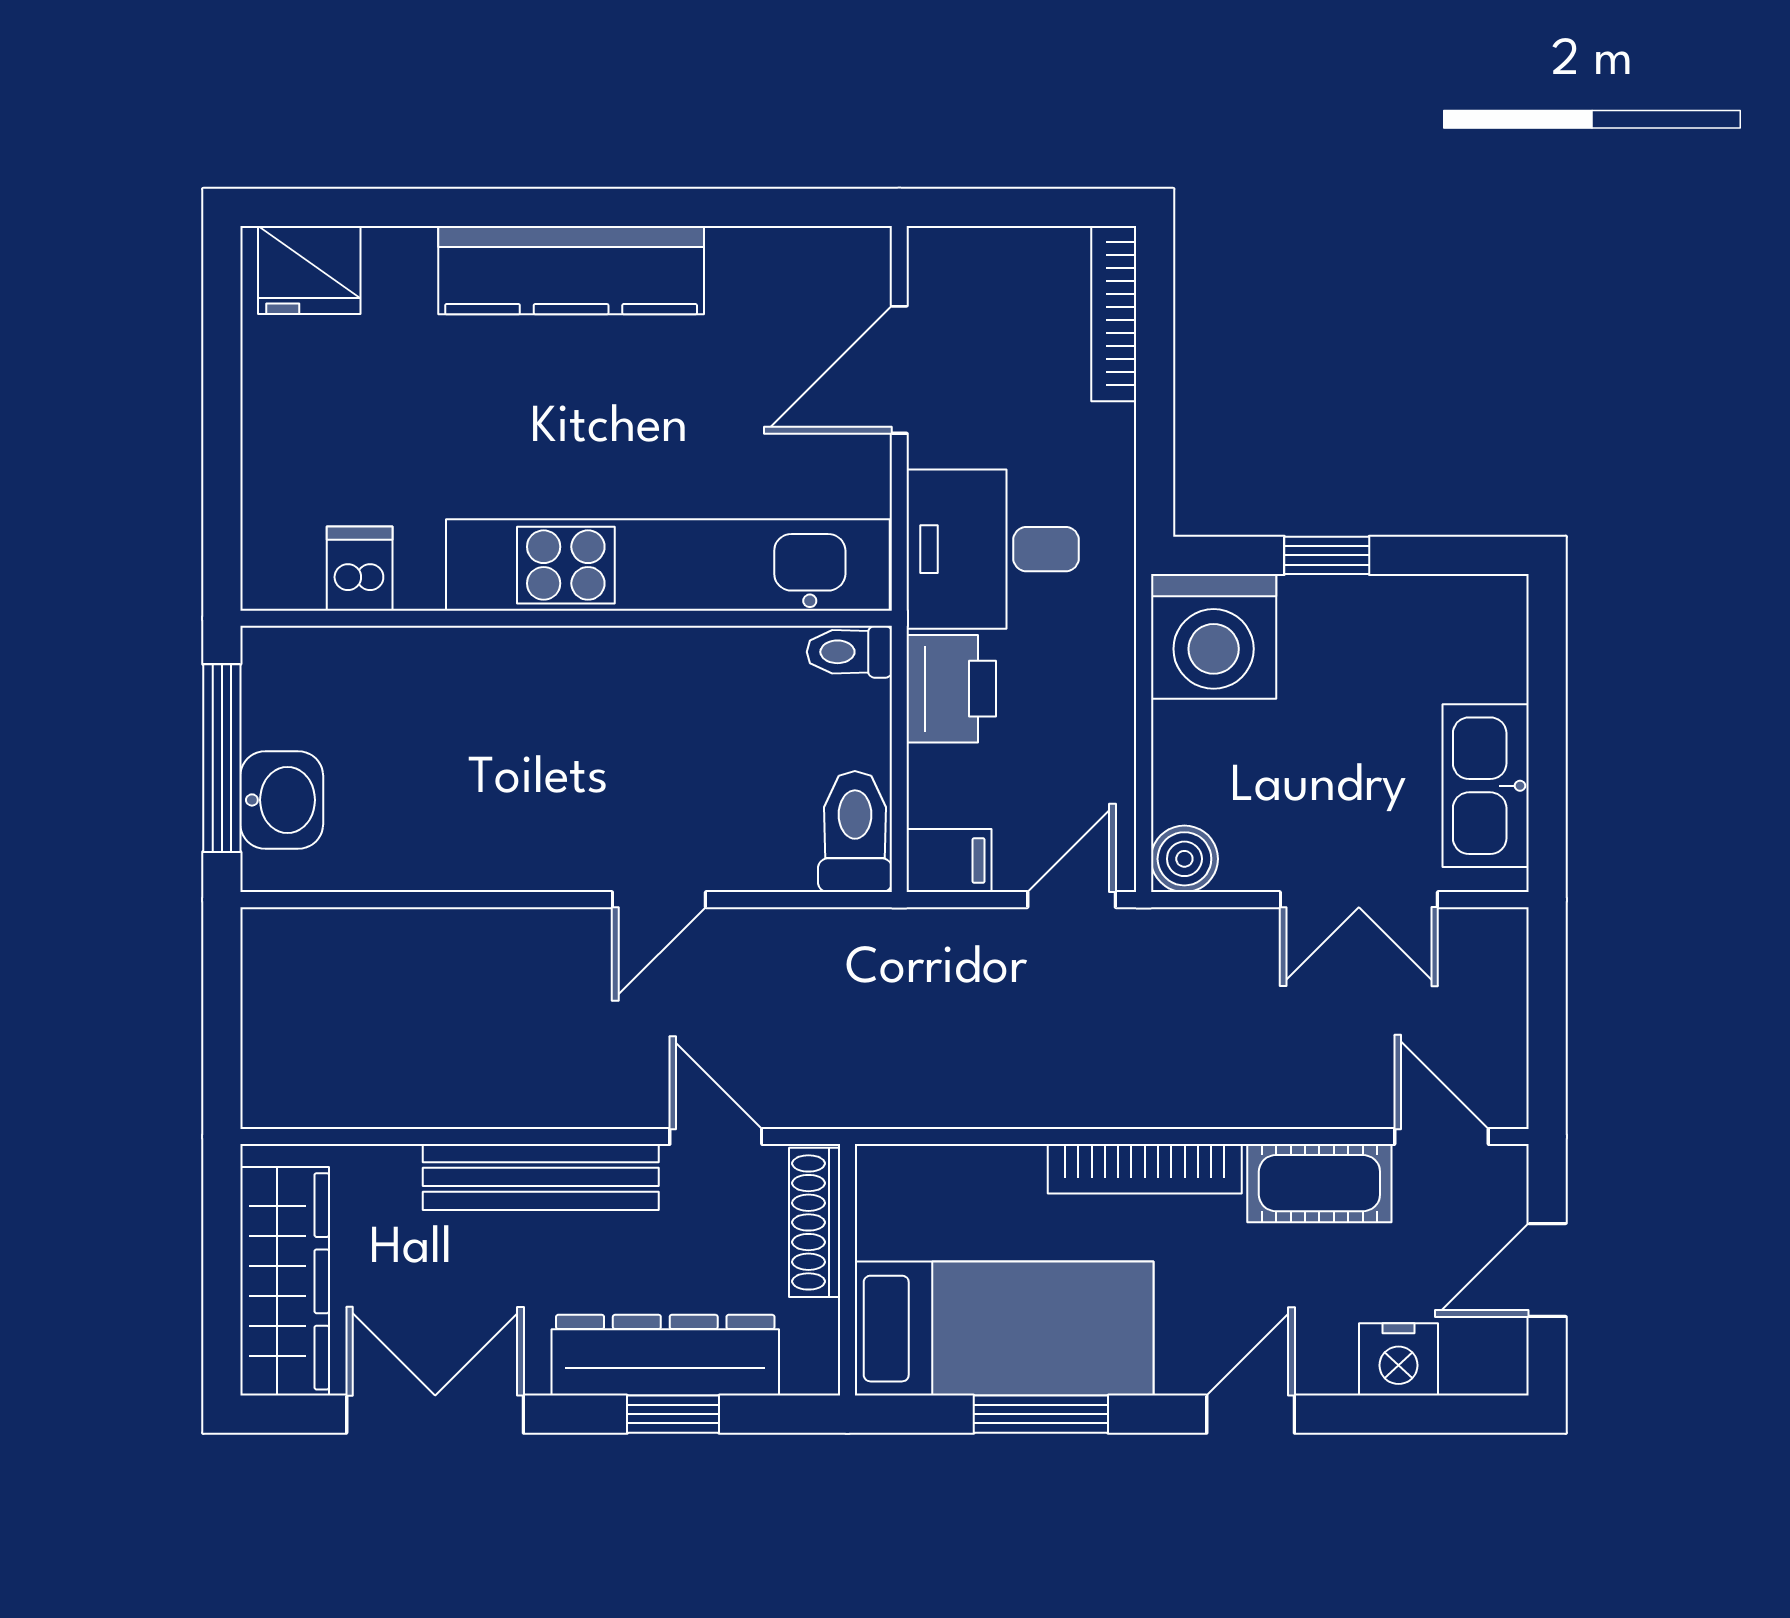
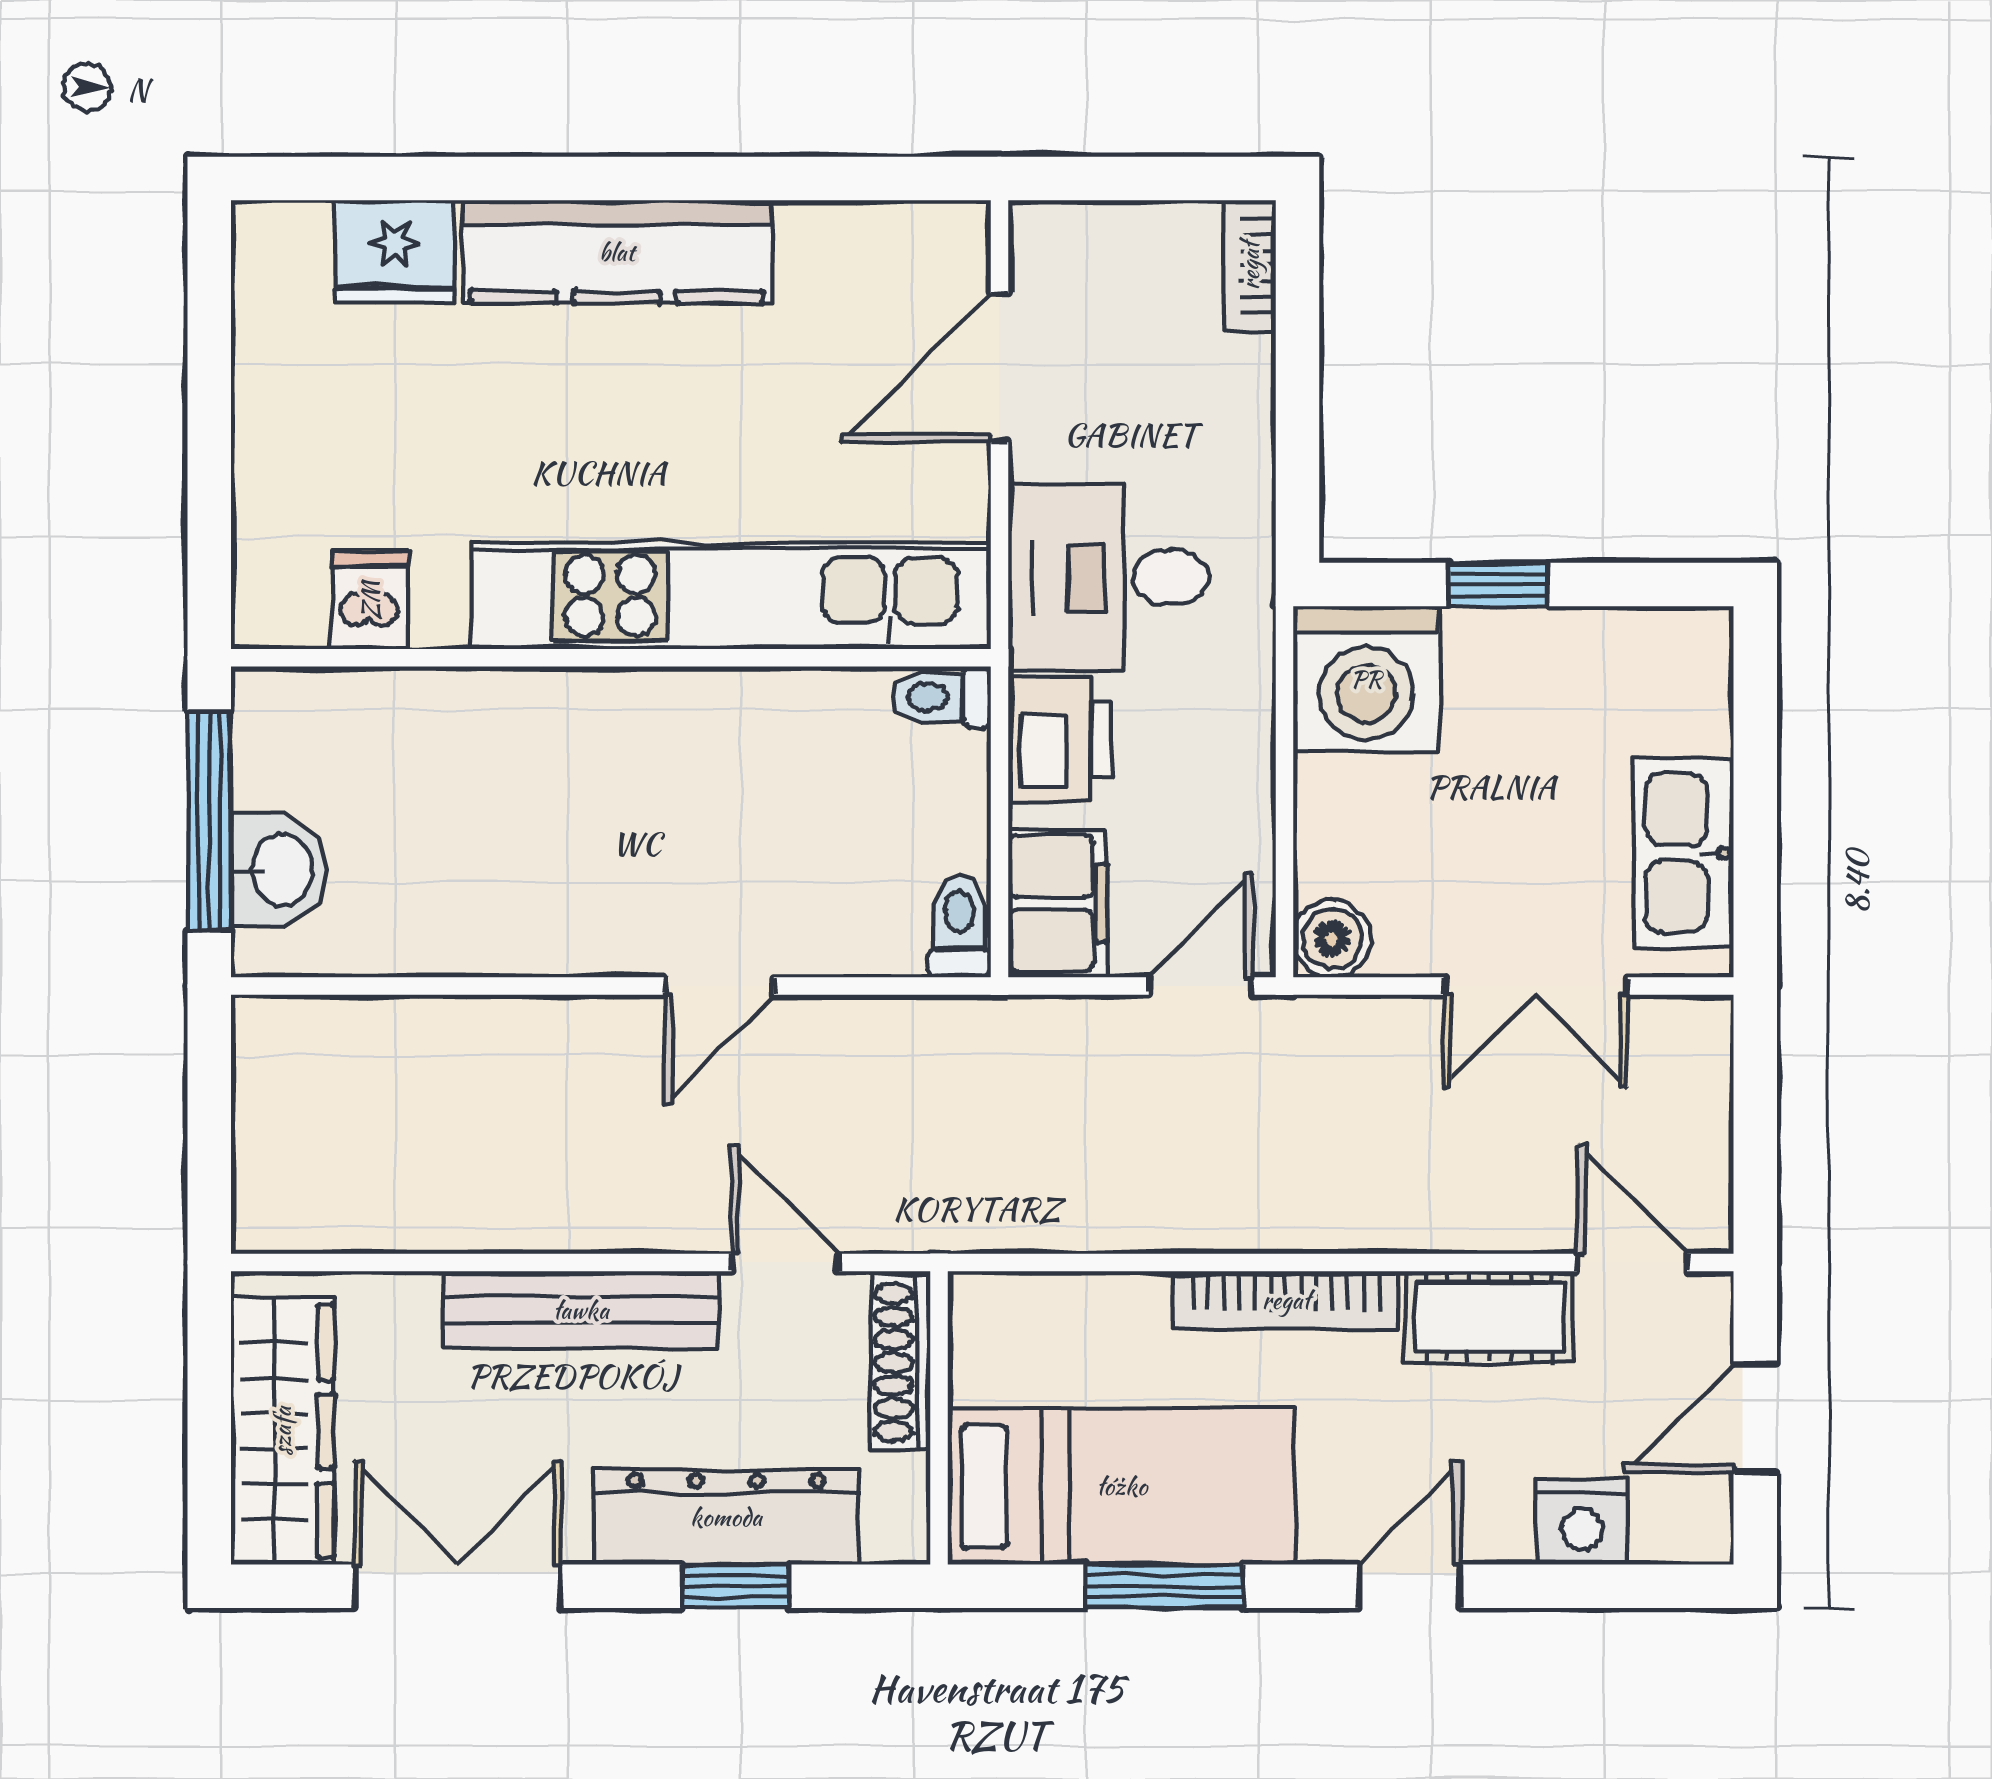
fridge: (309, 270) -> (395, 251), moved
bookcase: (1114, 314) -> (1250, 266), width x0.64
toilet: (855, 832) -> (959, 926), width x0.73, depth x0.72
filing cabinet: (949, 861) -> (1057, 903), width x2.00

